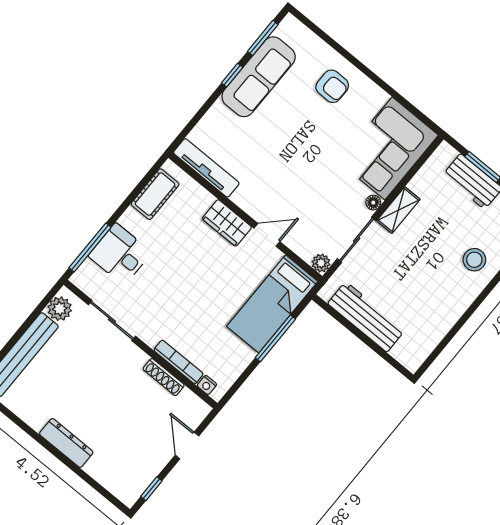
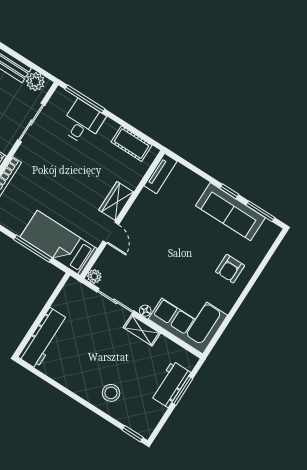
tv unit: (206, 168) -> (160, 174), width x0.71
workbench: (366, 317) -> (43, 338), moved

